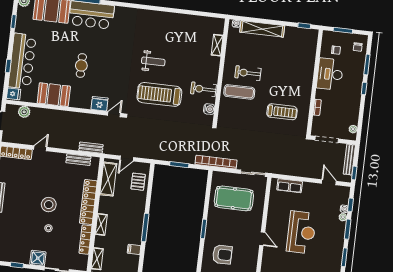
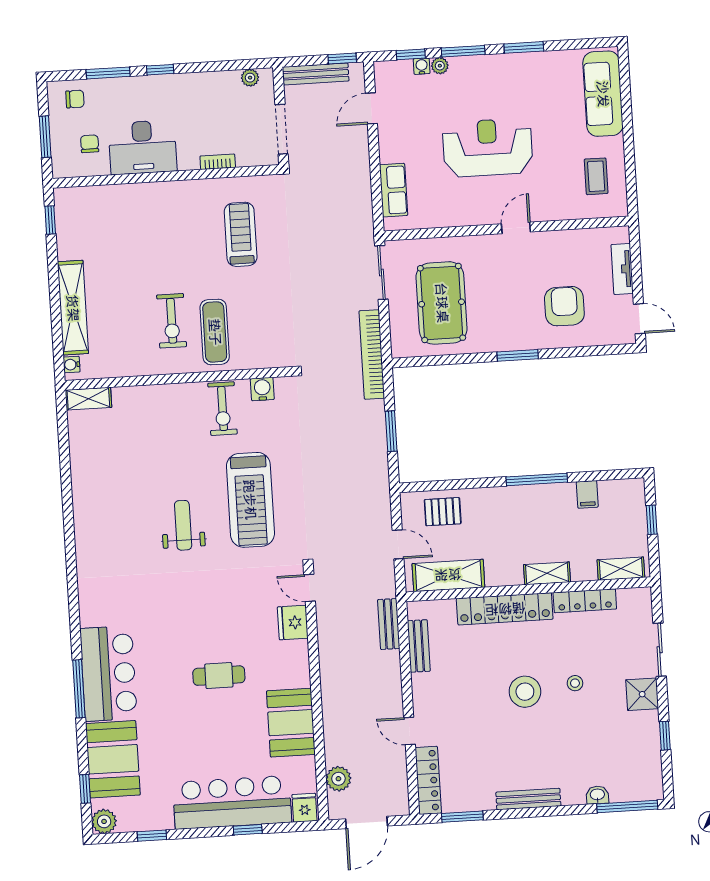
shelving: (217, 45) -> (88, 399), moved

